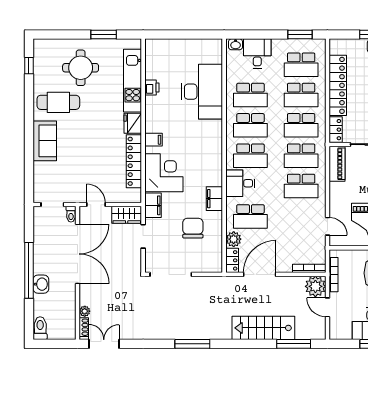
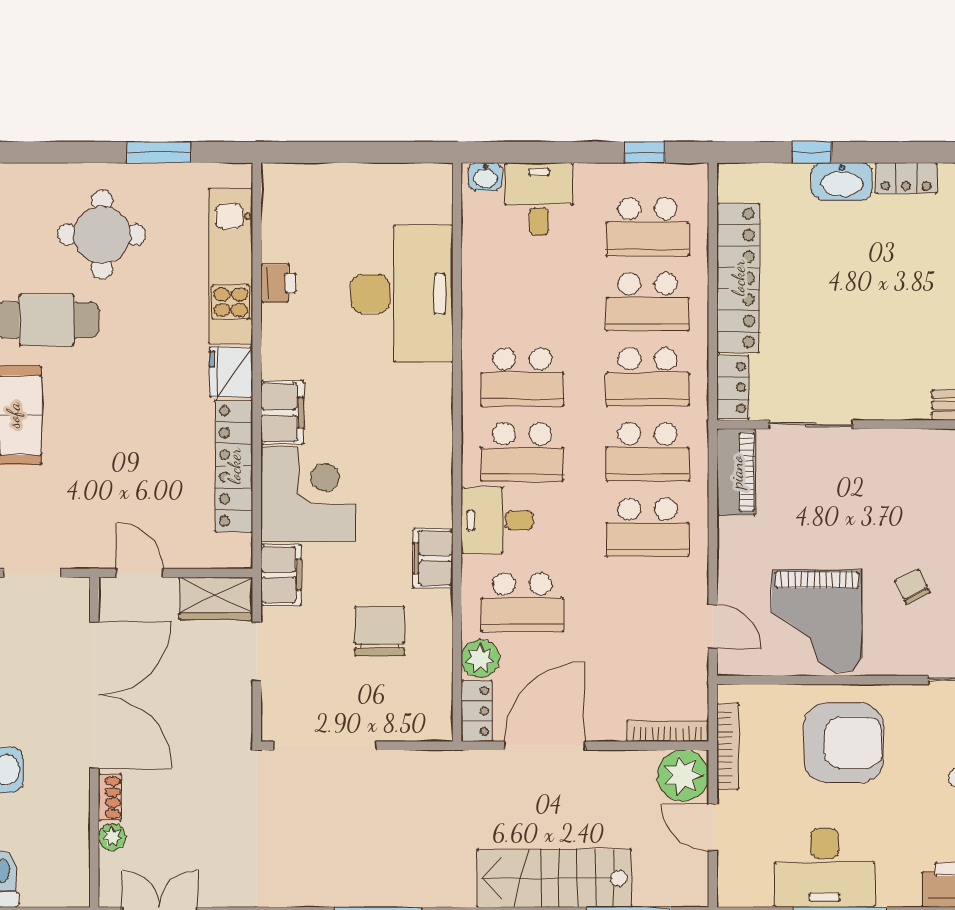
window: (300, 35) -> (645, 152), width x0.67
school desk: (250, 95) -> (522, 302), removed
filing cabinet: (153, 140) -> (282, 412), width x2.00
toilet: (71, 214) -> (78, 597), removed
shoe rack: (84, 327) -> (110, 797), moved

